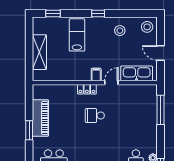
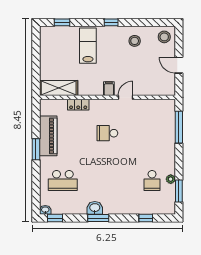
shelving: (39, 52) -> (59, 88), moved, turned 90
kitchen sink: (137, 73) -> (153, 87), removed
locker: (87, 89) -> (78, 105), moved

